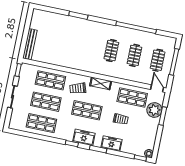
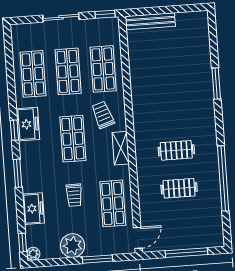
clothes rail: (158, 60) -> (182, 226), removed
plant: (154, 110) -> (73, 246), moved
freezer: (84, 137) -> (28, 124), moved
freezer: (112, 144) -> (33, 209), moved

